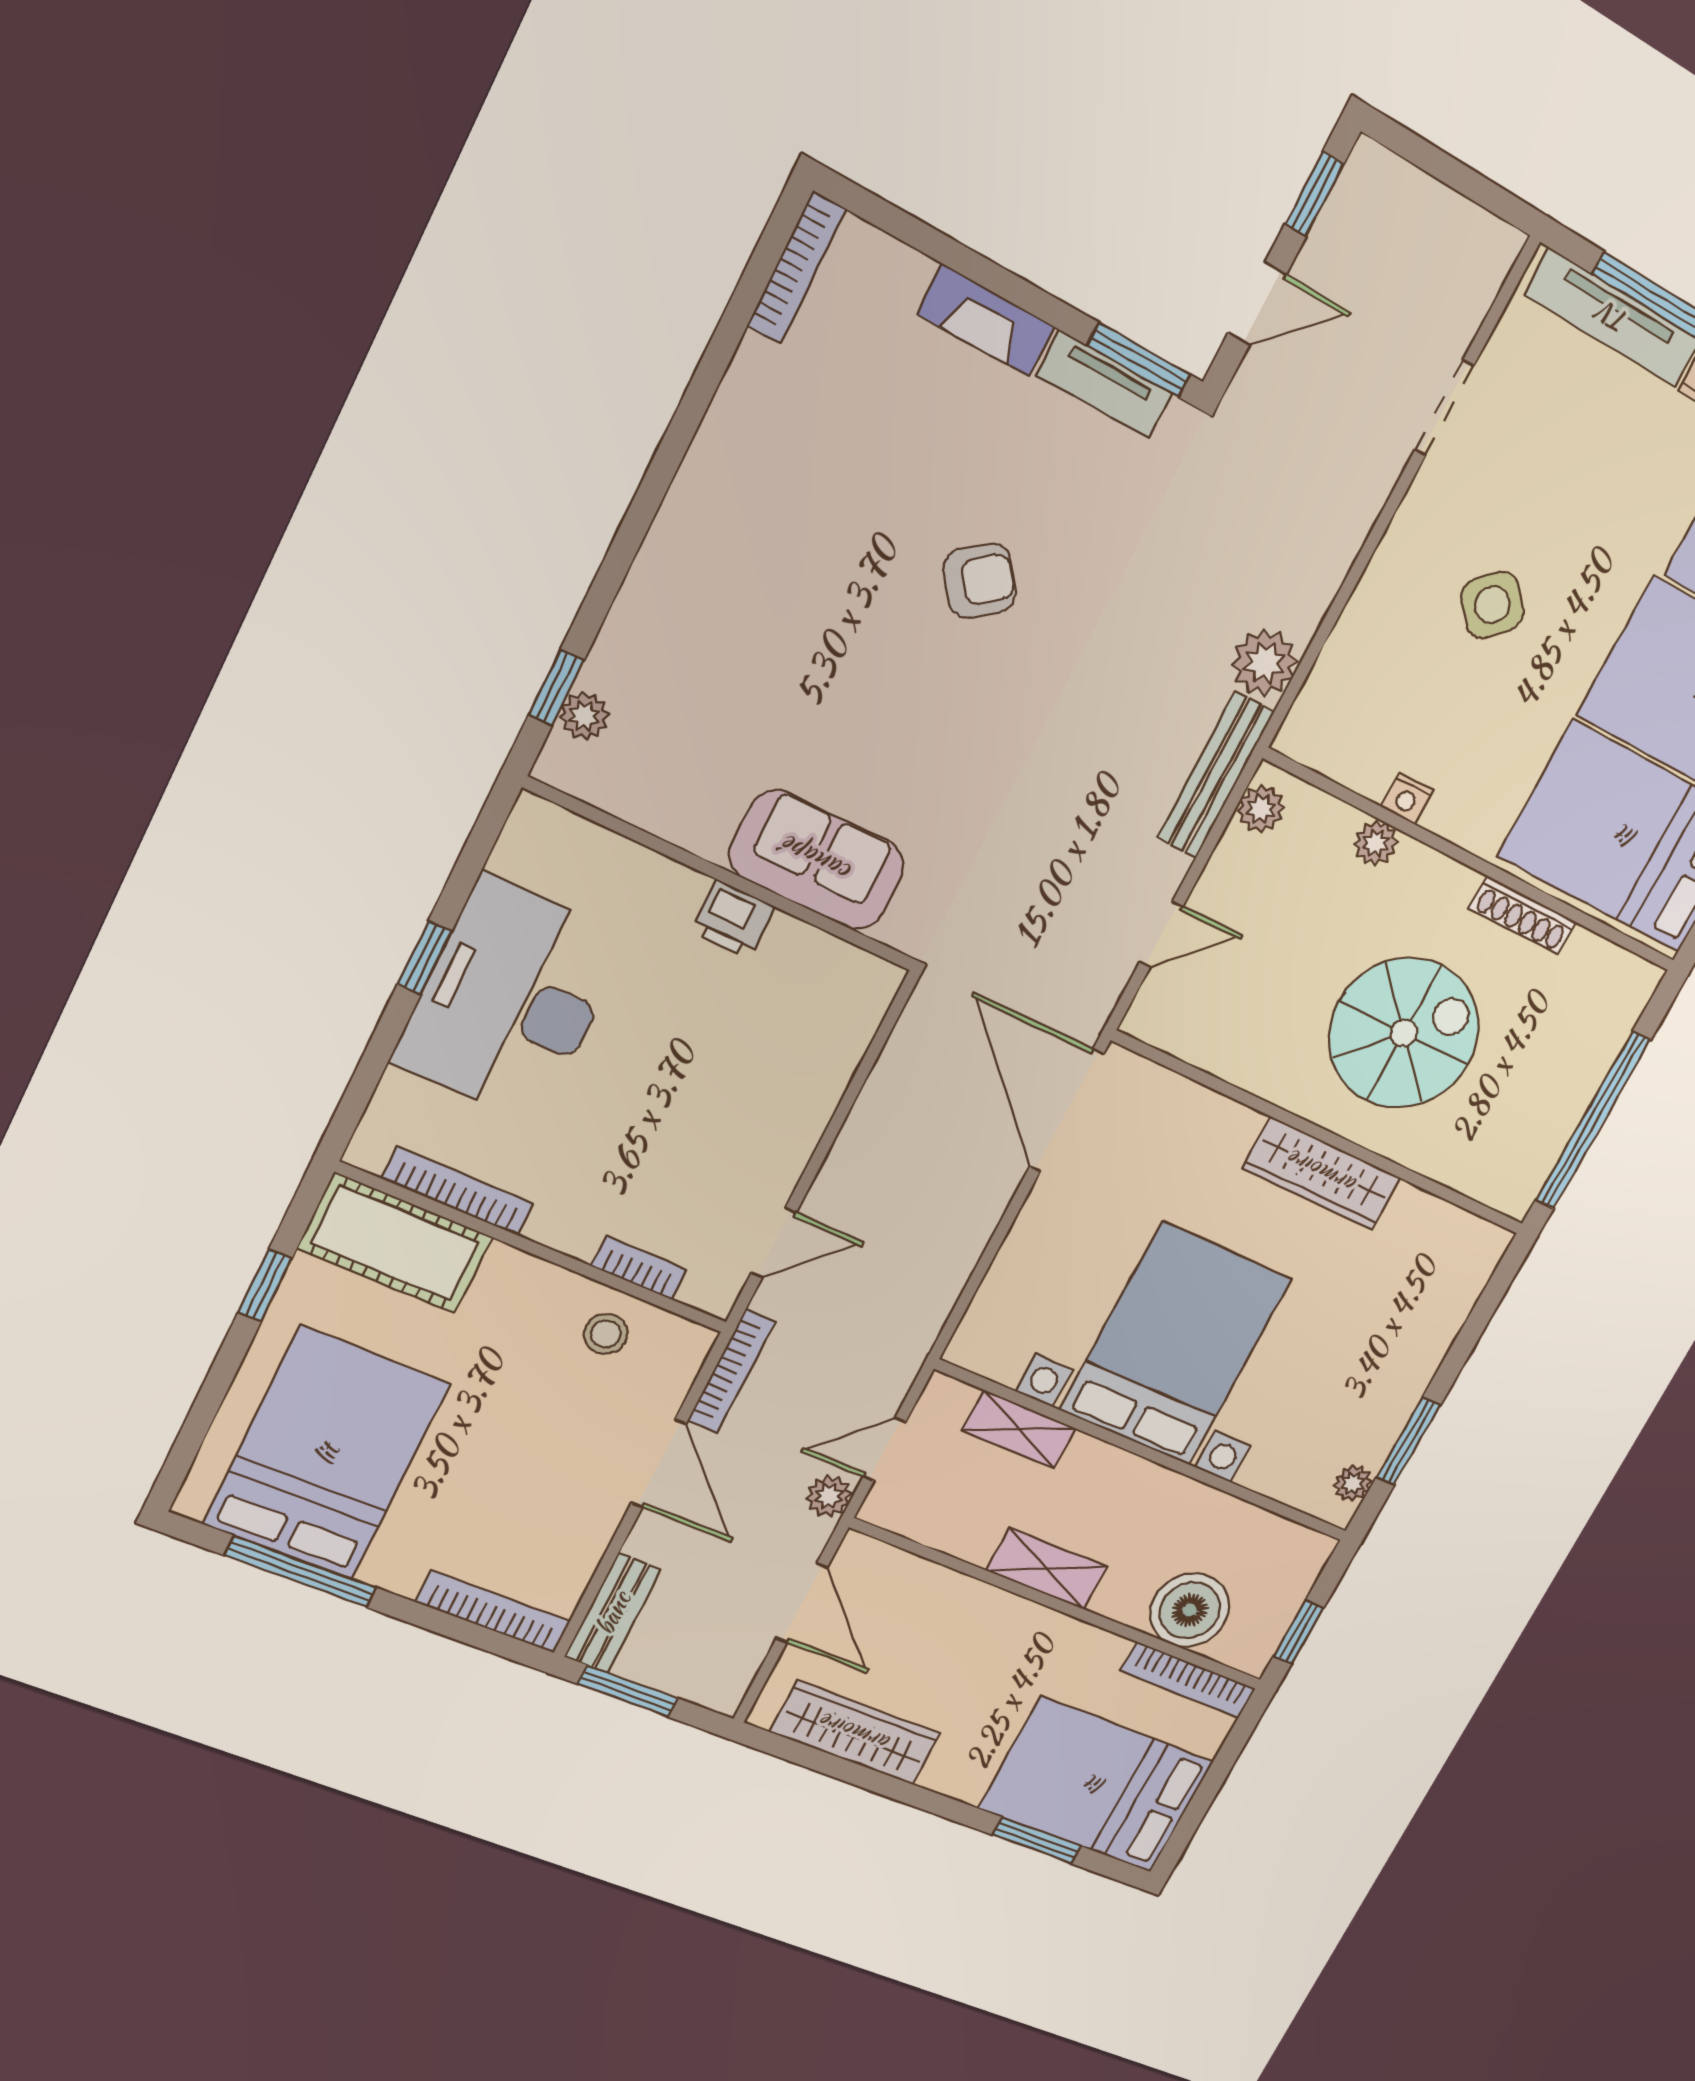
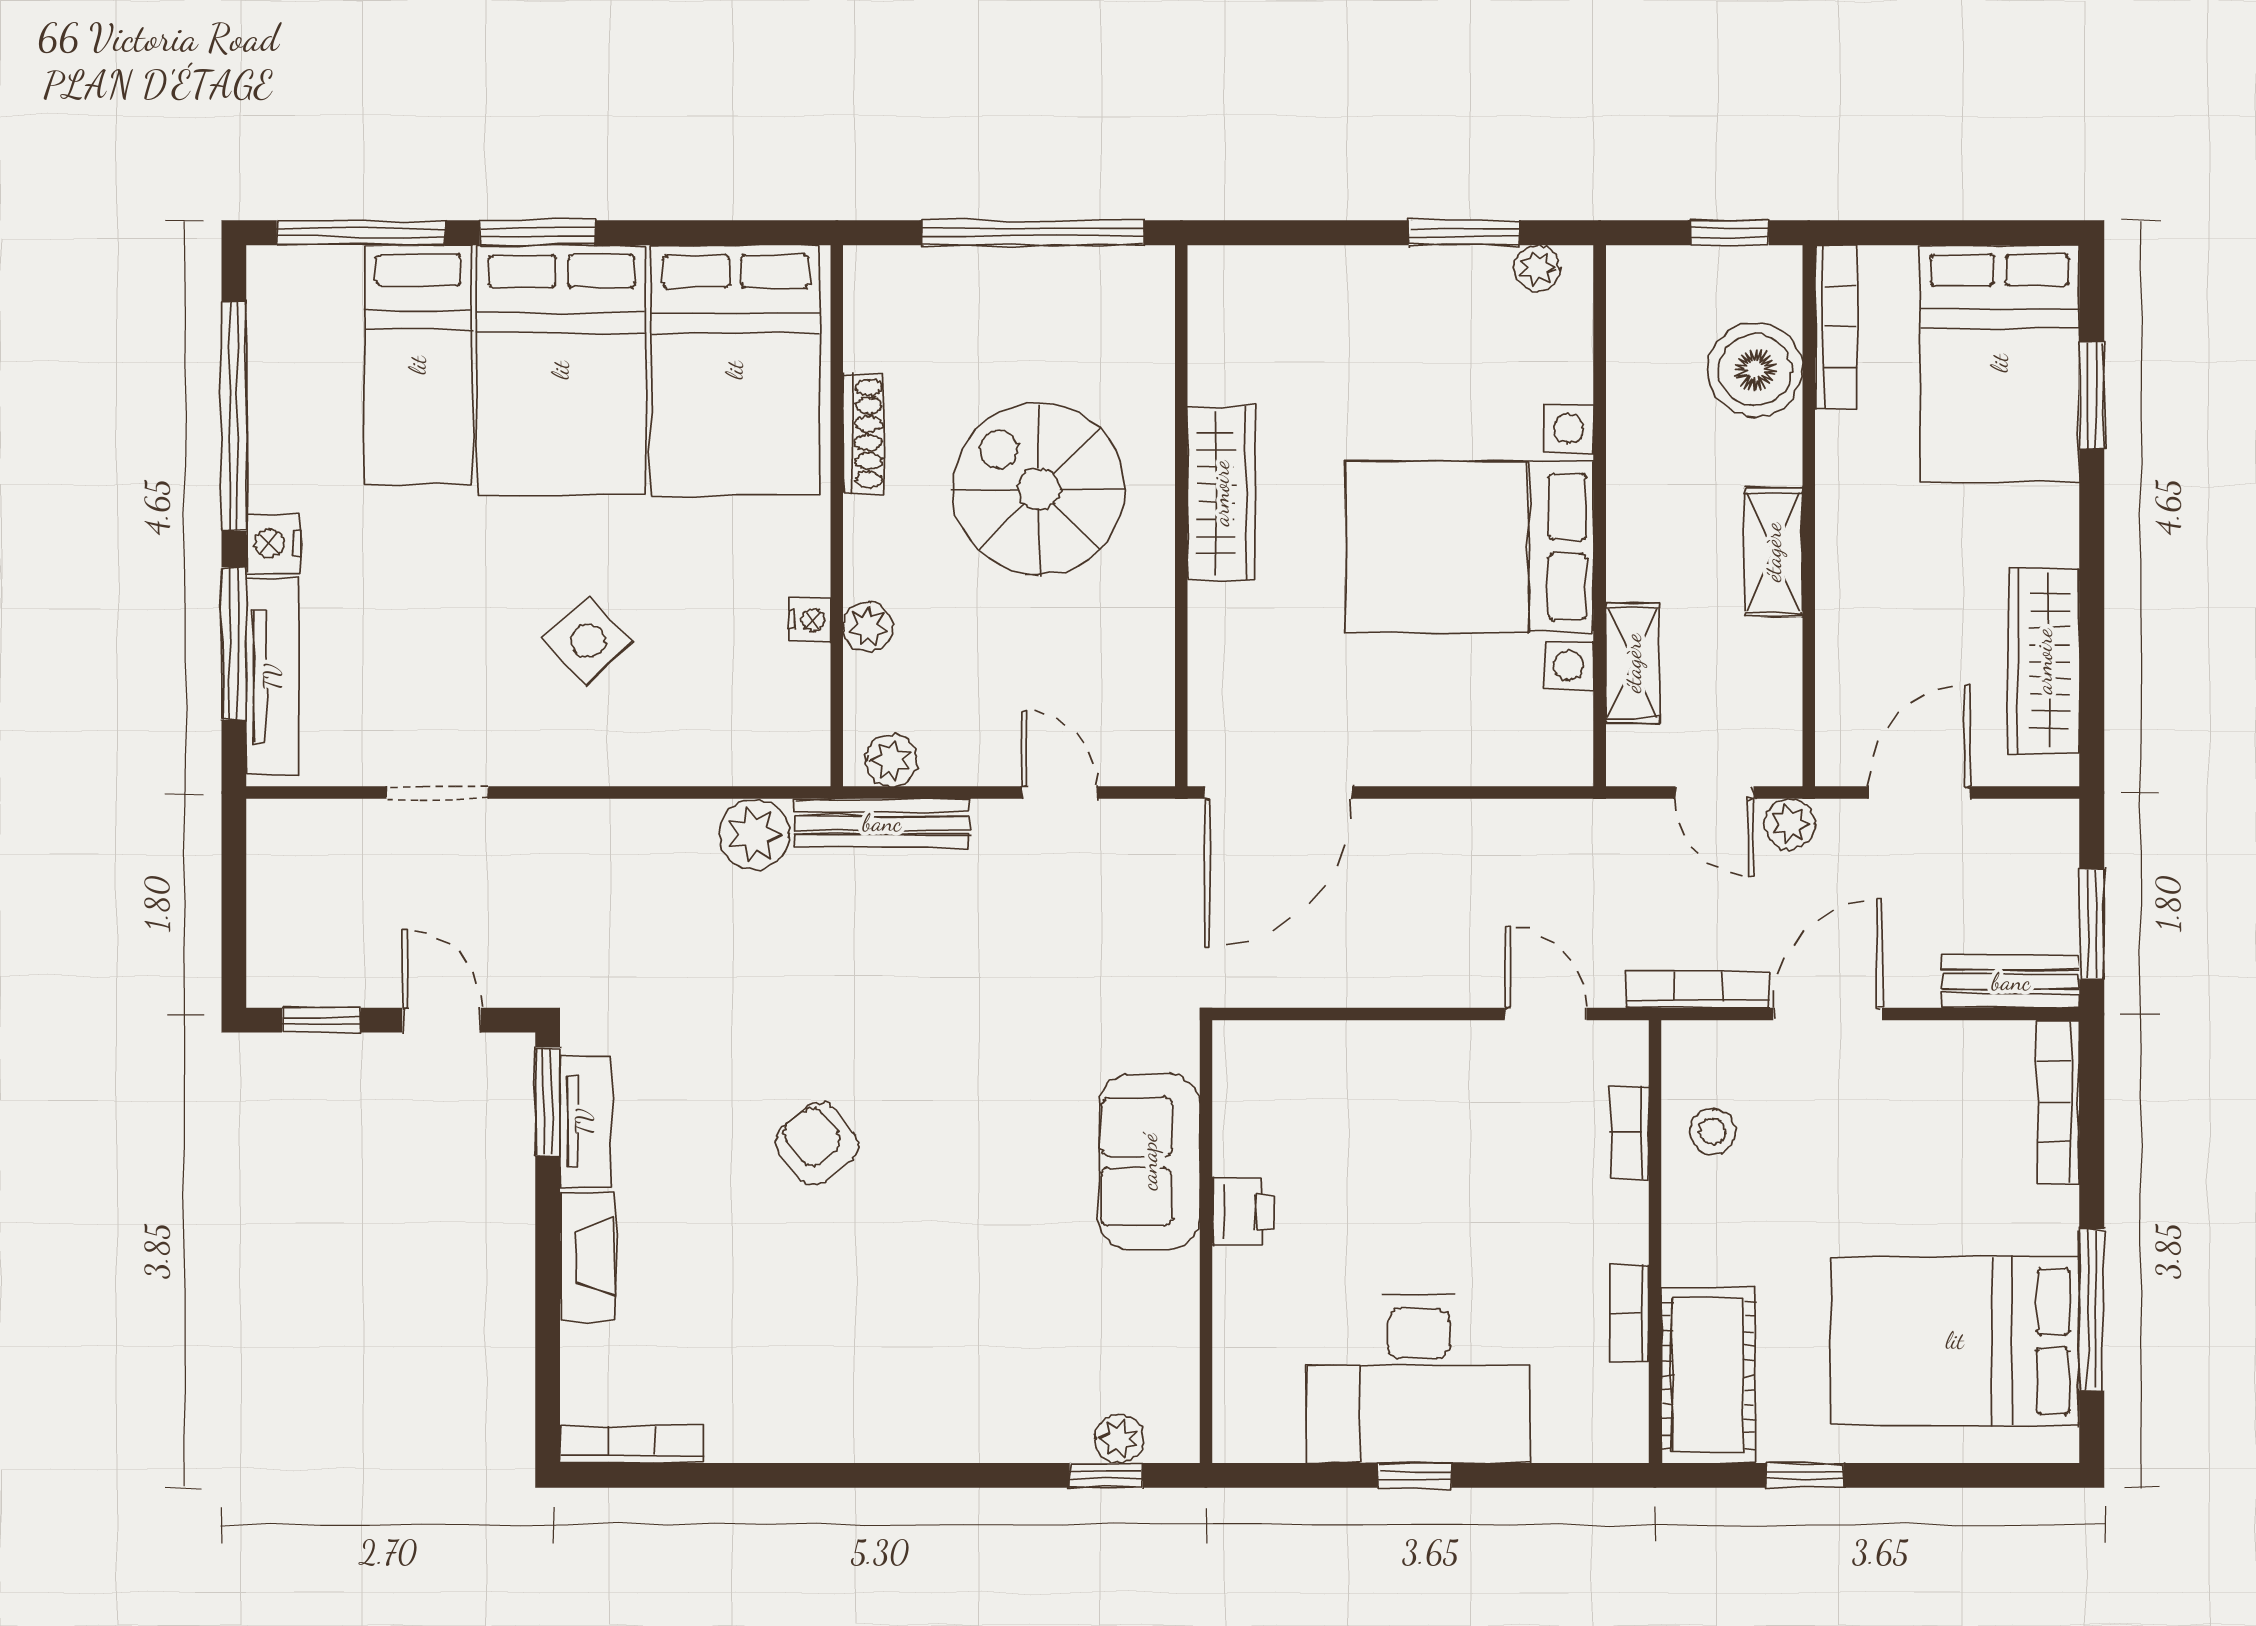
bookcase: (458, 1191) -> (1629, 1313), width x0.64

